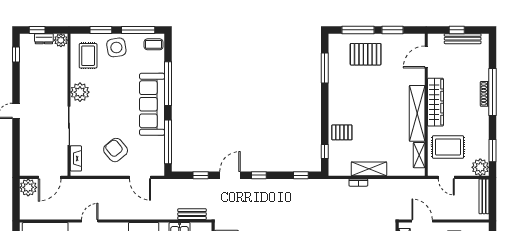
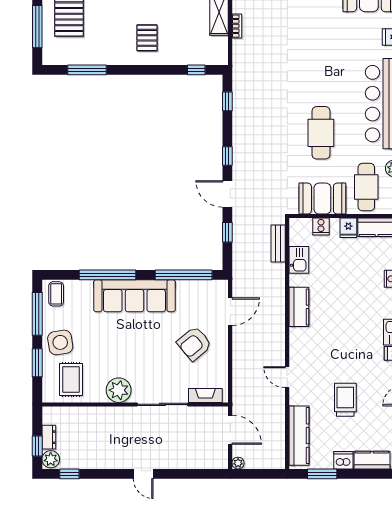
plant: (61, 40) -> (51, 459), moved
rug: (88, 56) -> (71, 380), turned 90
pallet: (342, 132) -> (147, 38), moved
plant: (28, 187) -> (238, 463), width x0.53, depth x0.53

